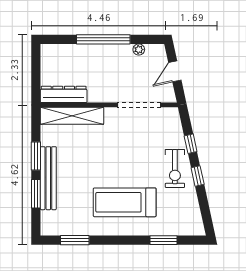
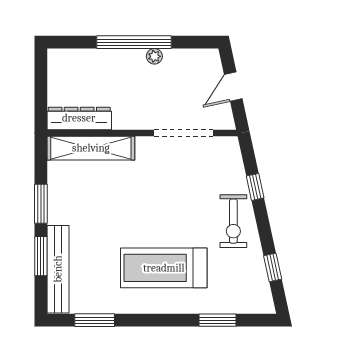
plant: (139, 50) -> (154, 56), moved
window: (198, 176) -> (273, 267), moved
bench: (48, 178) -> (58, 269), moved

